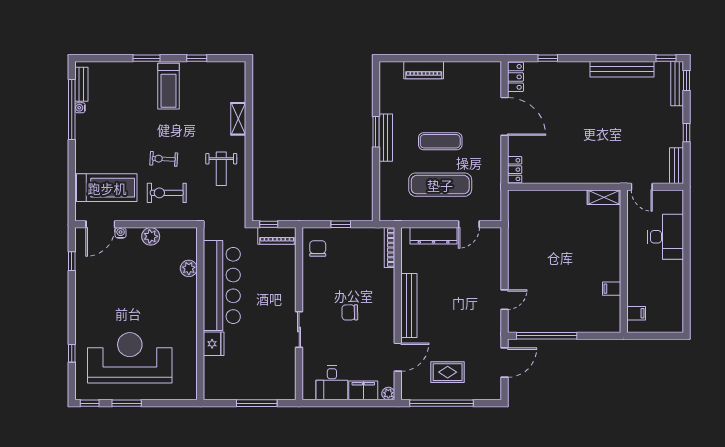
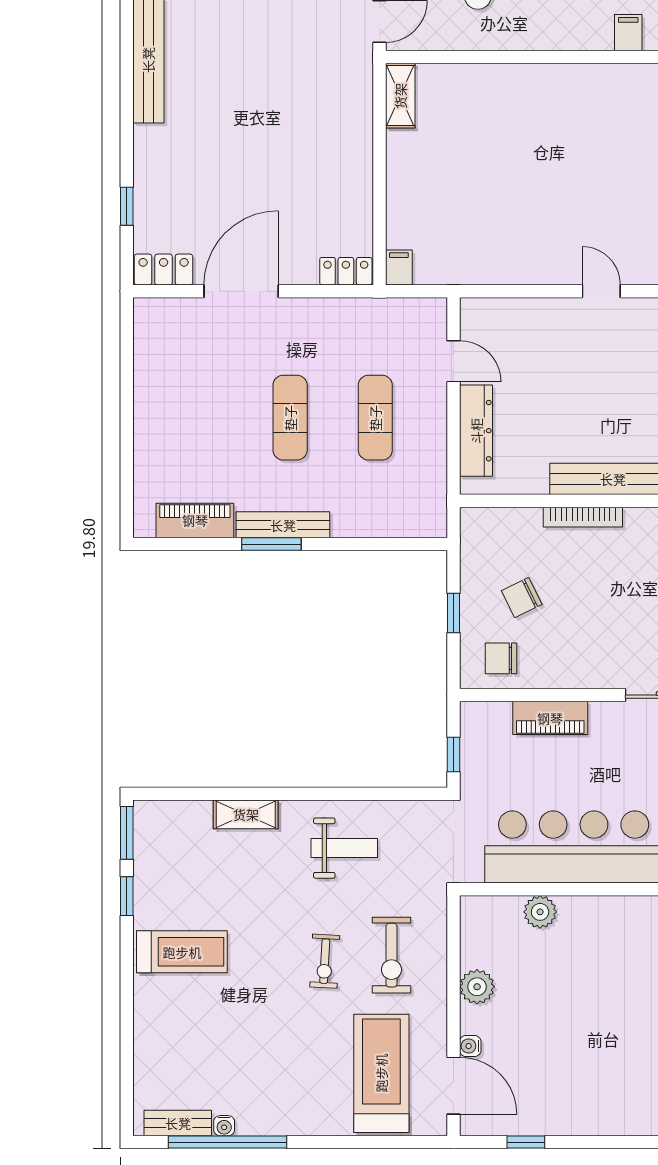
window: (146, 58) -> (127, 833), moved
piano: (424, 70) -> (195, 520), moved, turned -90
exercise mat: (440, 185) -> (375, 418), width x0.73, depth x0.69
piano: (277, 236) -> (550, 718), moved, turned 90
bookcase: (390, 248) -> (583, 517), moved
filing cabinet: (612, 289) -> (399, 267), moved, turned 180
chair: (350, 312) -> (522, 598), moved, turned 65

